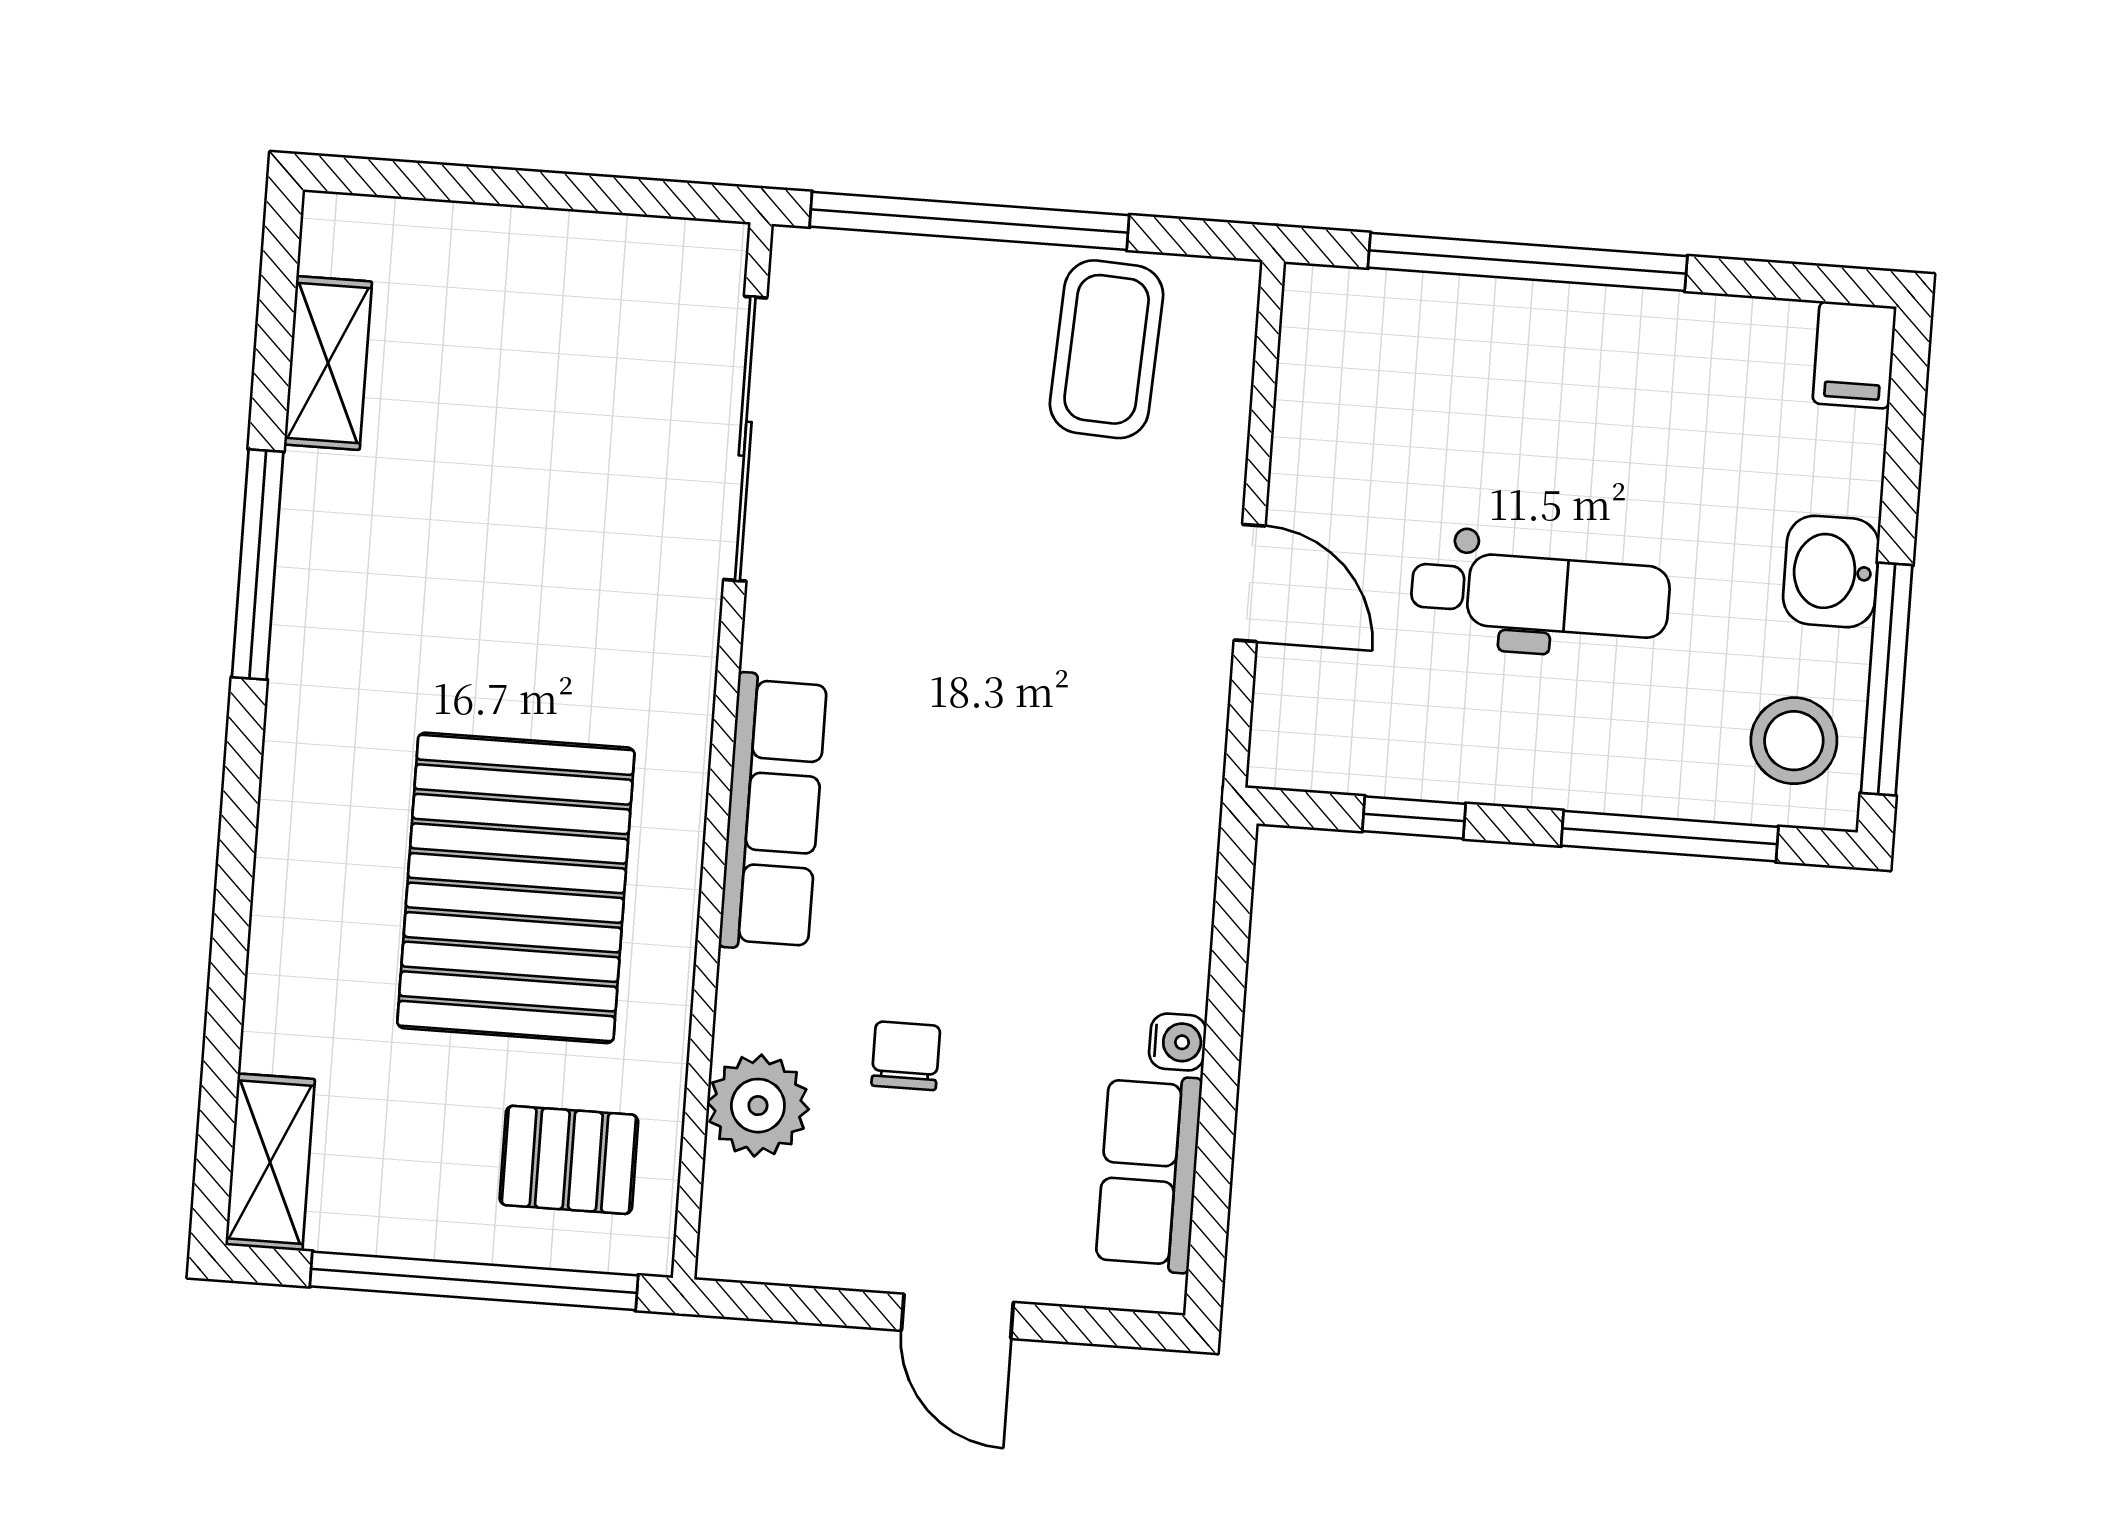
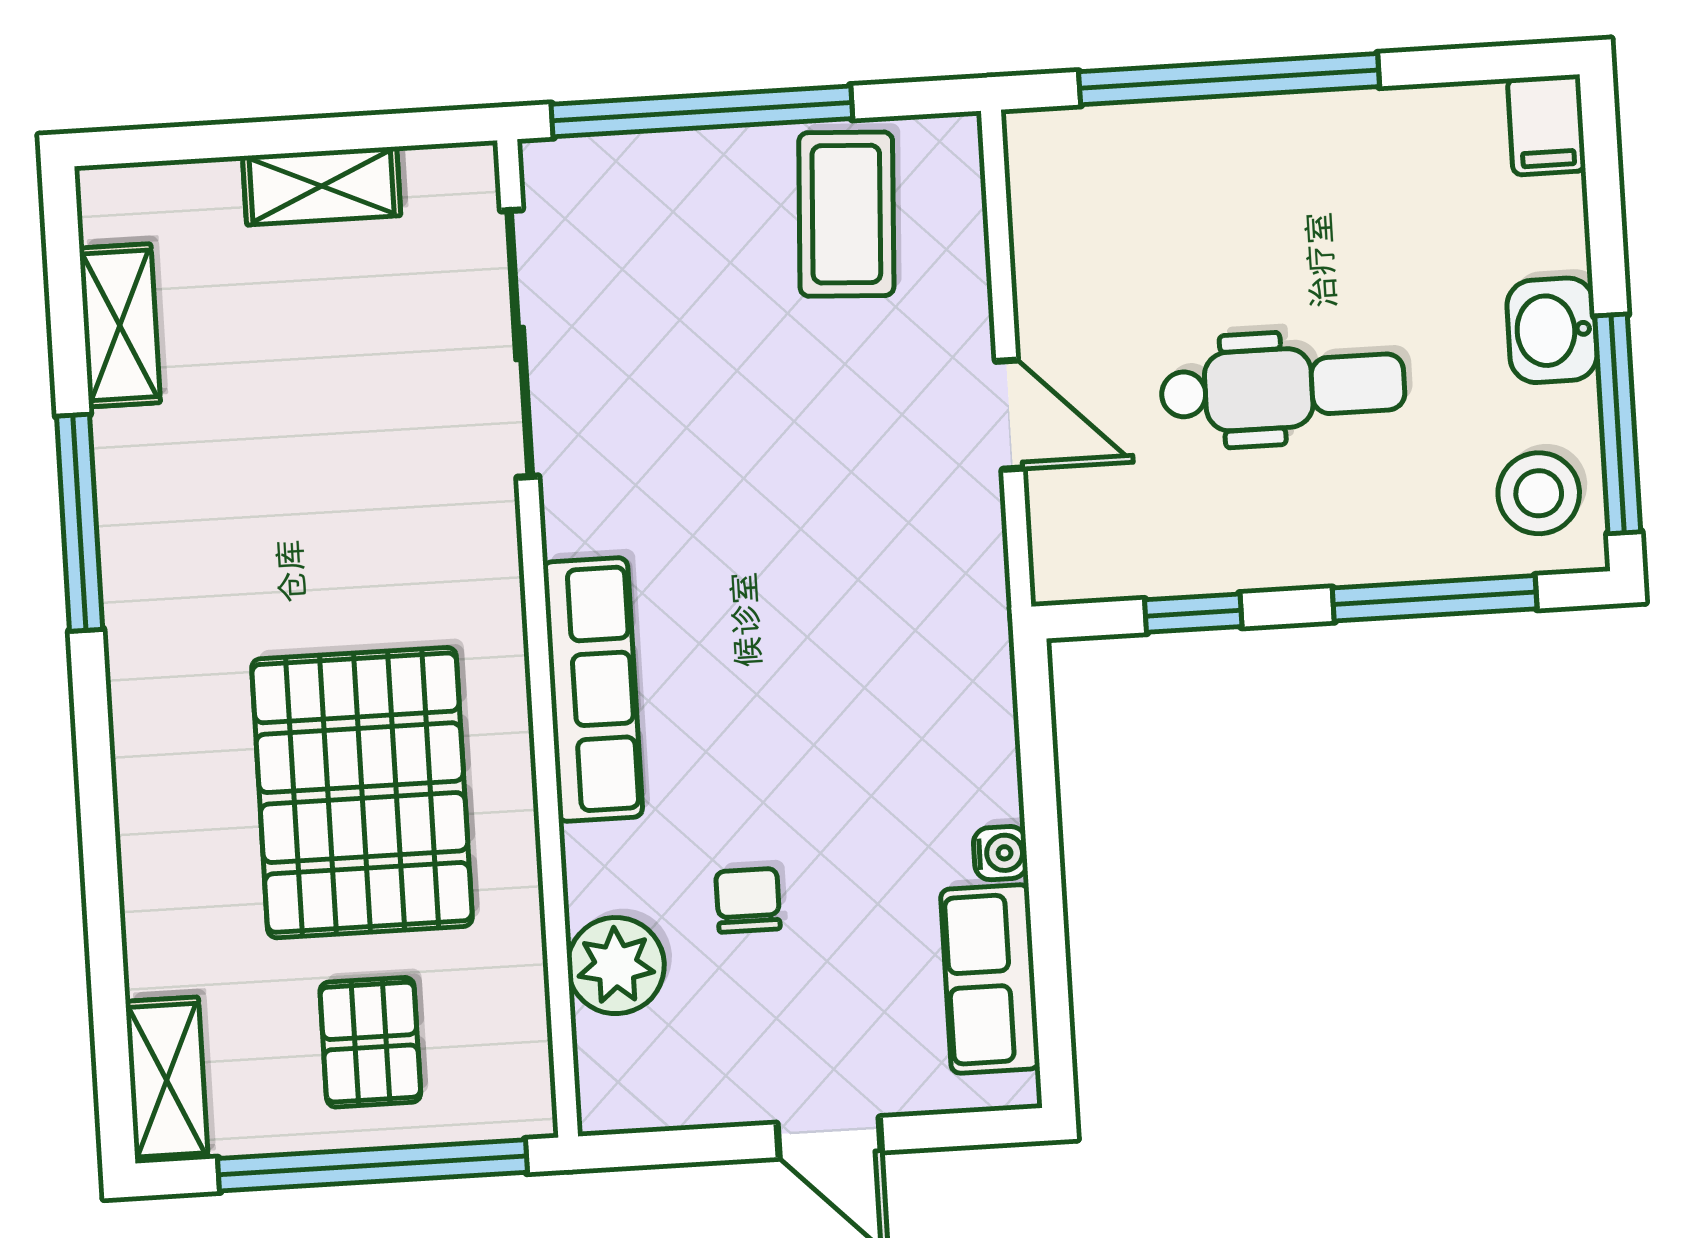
shelving: (560, 245) -> (322, 186), added
pallet: (569, 1160) -> (370, 1042), moved, turned 90

